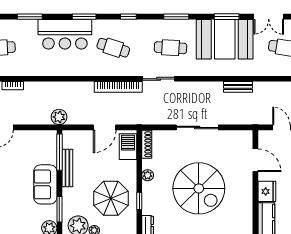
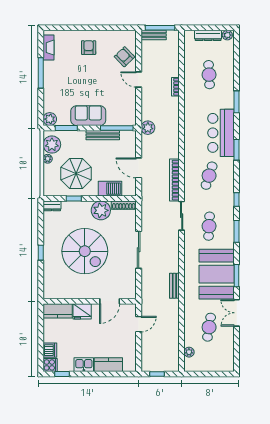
window: (128, 17) -> (237, 199), moved
barbecue: (128, 147) -> (110, 189), moved
plant: (148, 175) -> (101, 210), width x1.88, depth x1.88
spiral stairs: (199, 188) -> (85, 251), turned -90

